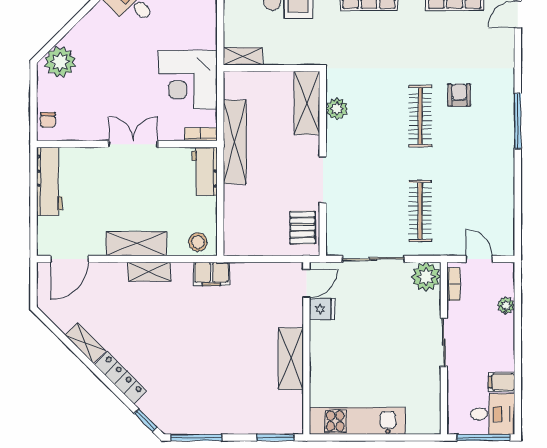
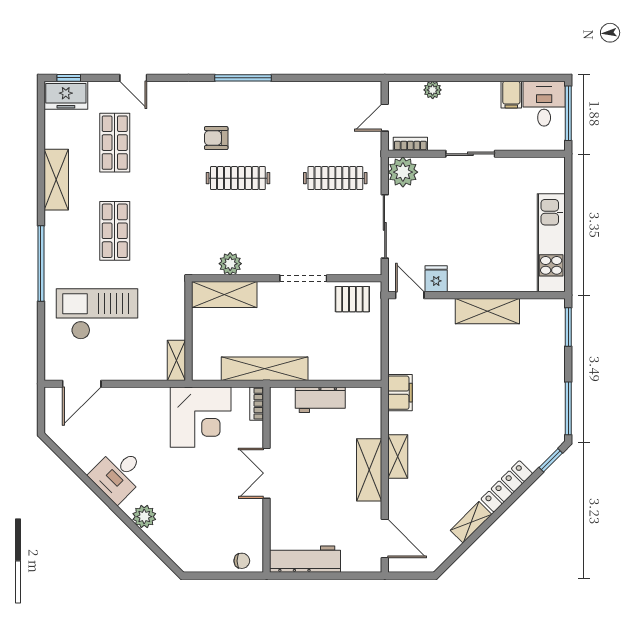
plant: (60, 62) -> (144, 517), moved, width x0.73, depth x0.73
workbench: (205, 171) -> (320, 400), moved
stool: (198, 242) -> (367, 407), removed

